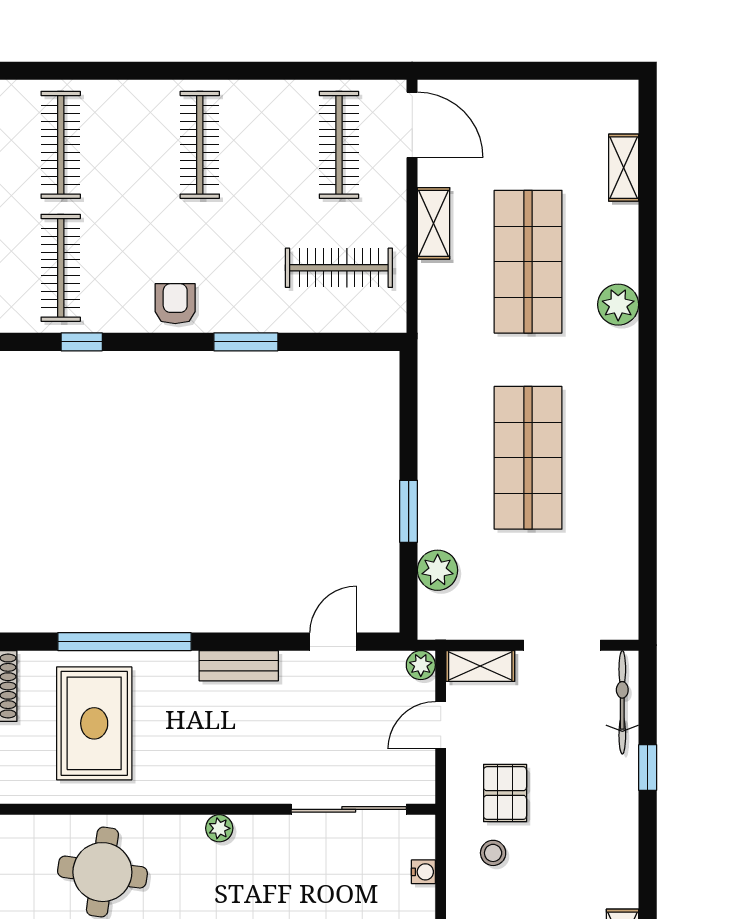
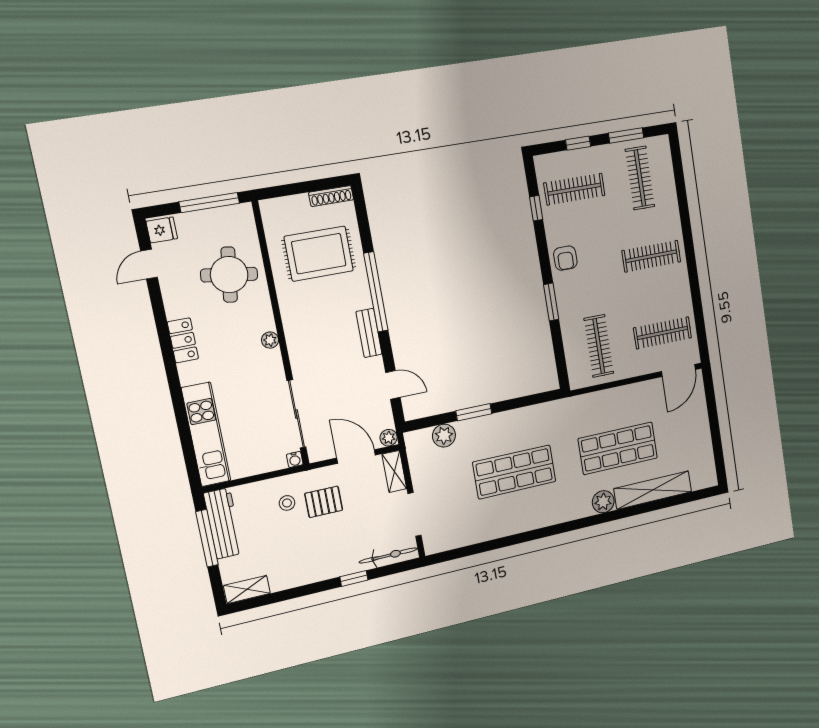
clothes rail: (61, 145) -> (640, 178), turned 90
shelving: (624, 168) -> (653, 490), width x2.20, depth x1.33
shelving: (434, 223) -> (630, 393), removed
armchair: (175, 304) -> (565, 258), turned 90
window: (124, 642) -> (376, 292), moved
door: (441, 725) -> (356, 456), width x1.38
water cooler: (423, 872) -> (295, 459), moved

